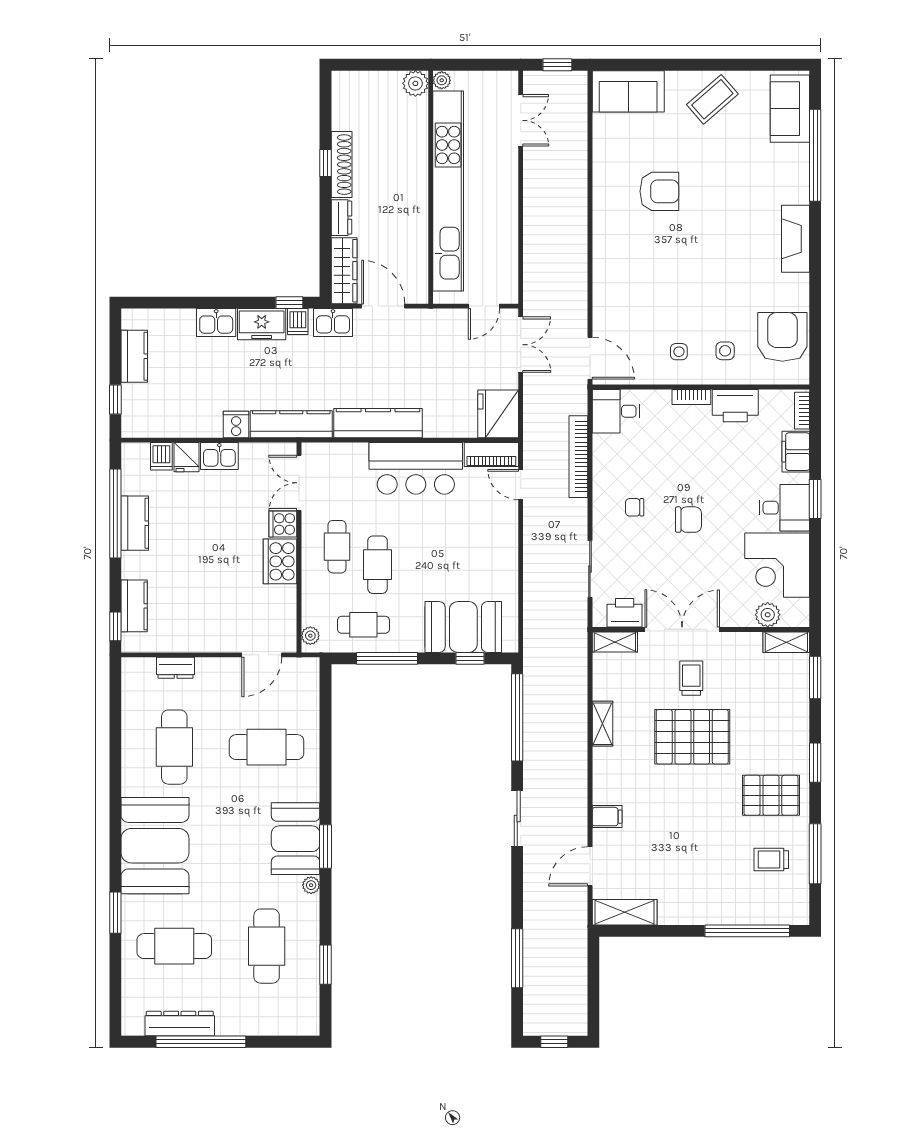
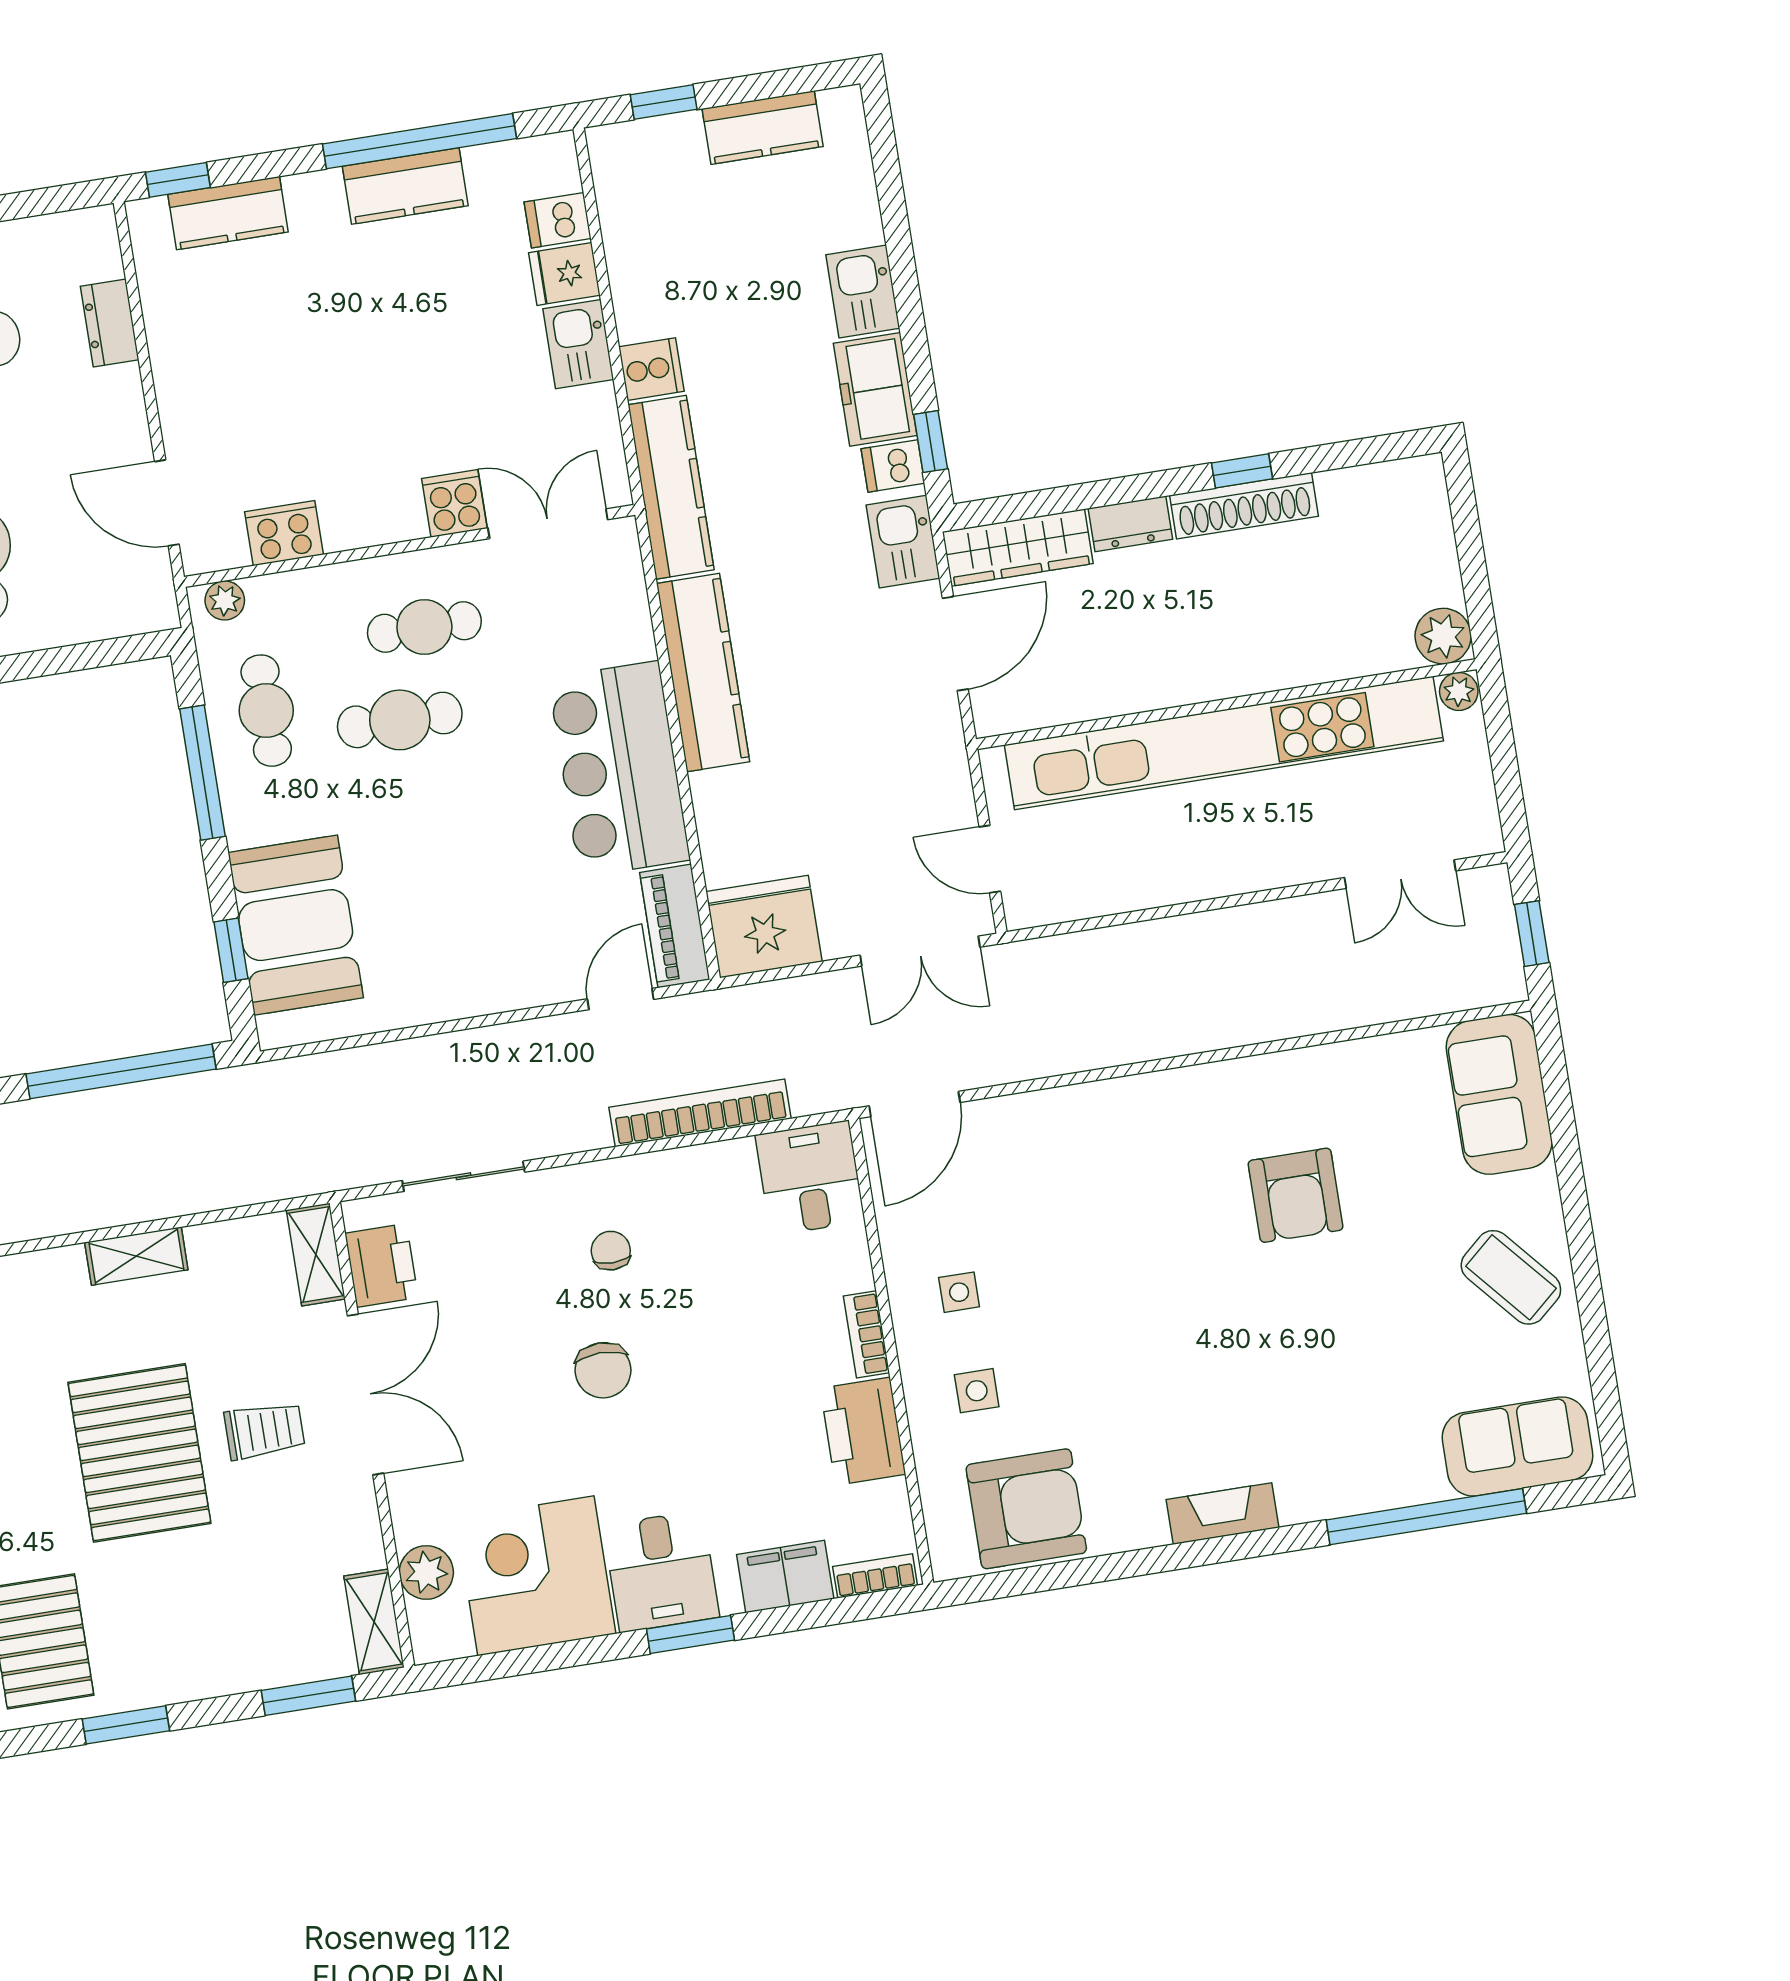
fireplace: (796, 239) -> (1222, 1514), width x0.73, depth x0.76
cooker: (280, 561) -> (284, 533), moved, width x0.73, depth x0.76

